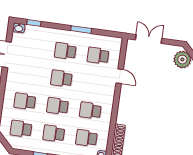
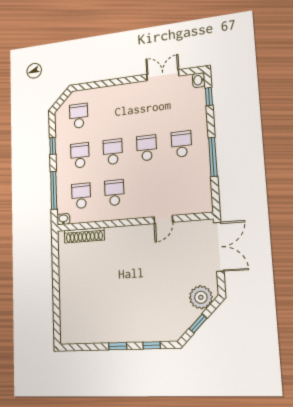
window: (81, 30) -> (213, 157), width x1.44
double door: (149, 39) -> (219, 247), width x1.37
school desk: (98, 56) -> (184, 186), removed
school desk: (25, 101) -> (111, 112), removed

